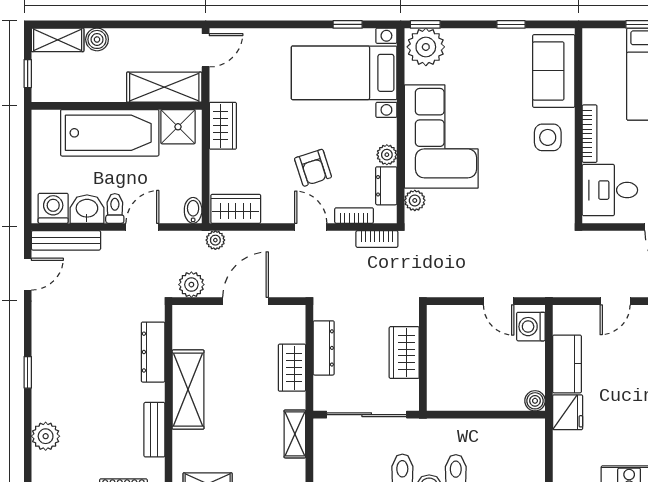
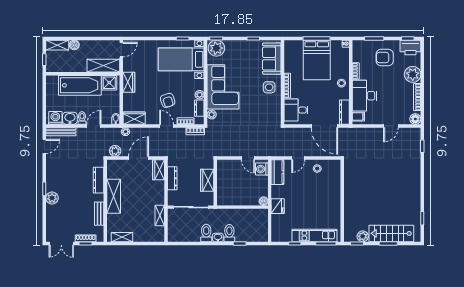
kitchen counter: (567, 364) -> (277, 172), moved
wardrobe: (292, 368) -> (159, 170), moved
plant: (46, 436) -> (52, 198), moved

